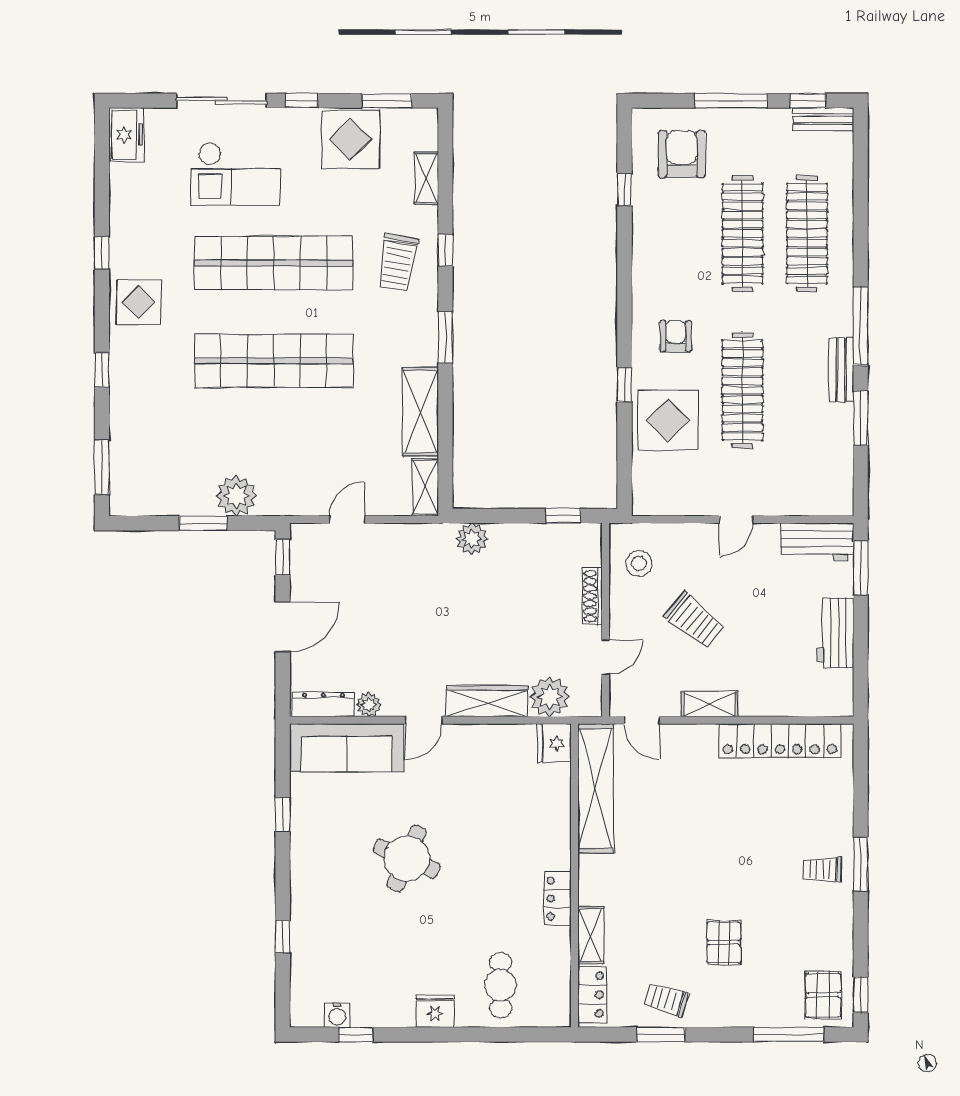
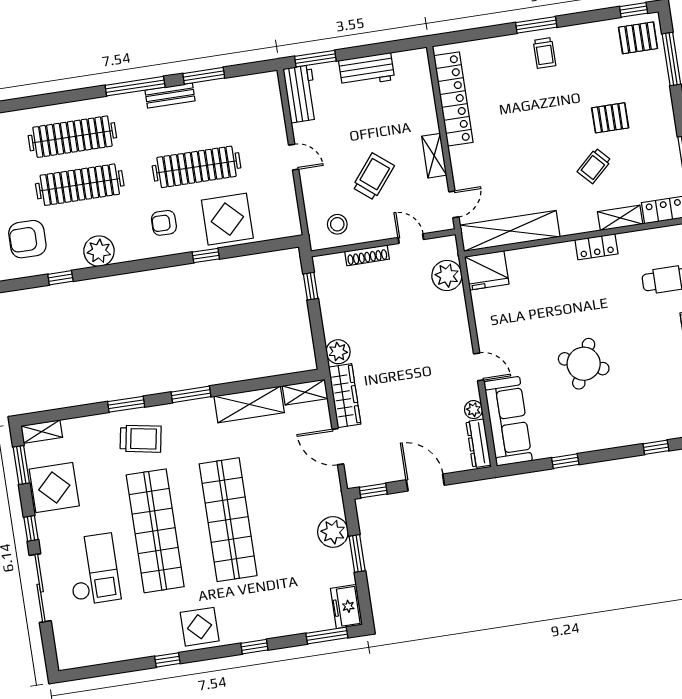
freezer: (126, 135) -> (346, 607), moved, turned -90
shelving: (426, 178) -> (42, 432), moved
plant: (652, 246) -> (99, 251), added
window: (445, 250) -> (126, 404), width x1.50
door: (347, 520) -> (338, 447), width x1.38
wardrobe: (487, 701) -> (345, 396), moved, turned 180
fridge: (554, 743) -> (487, 270), width x1.36, depth x1.34
trolley: (666, 1000) -> (594, 166), moved, turned 31

